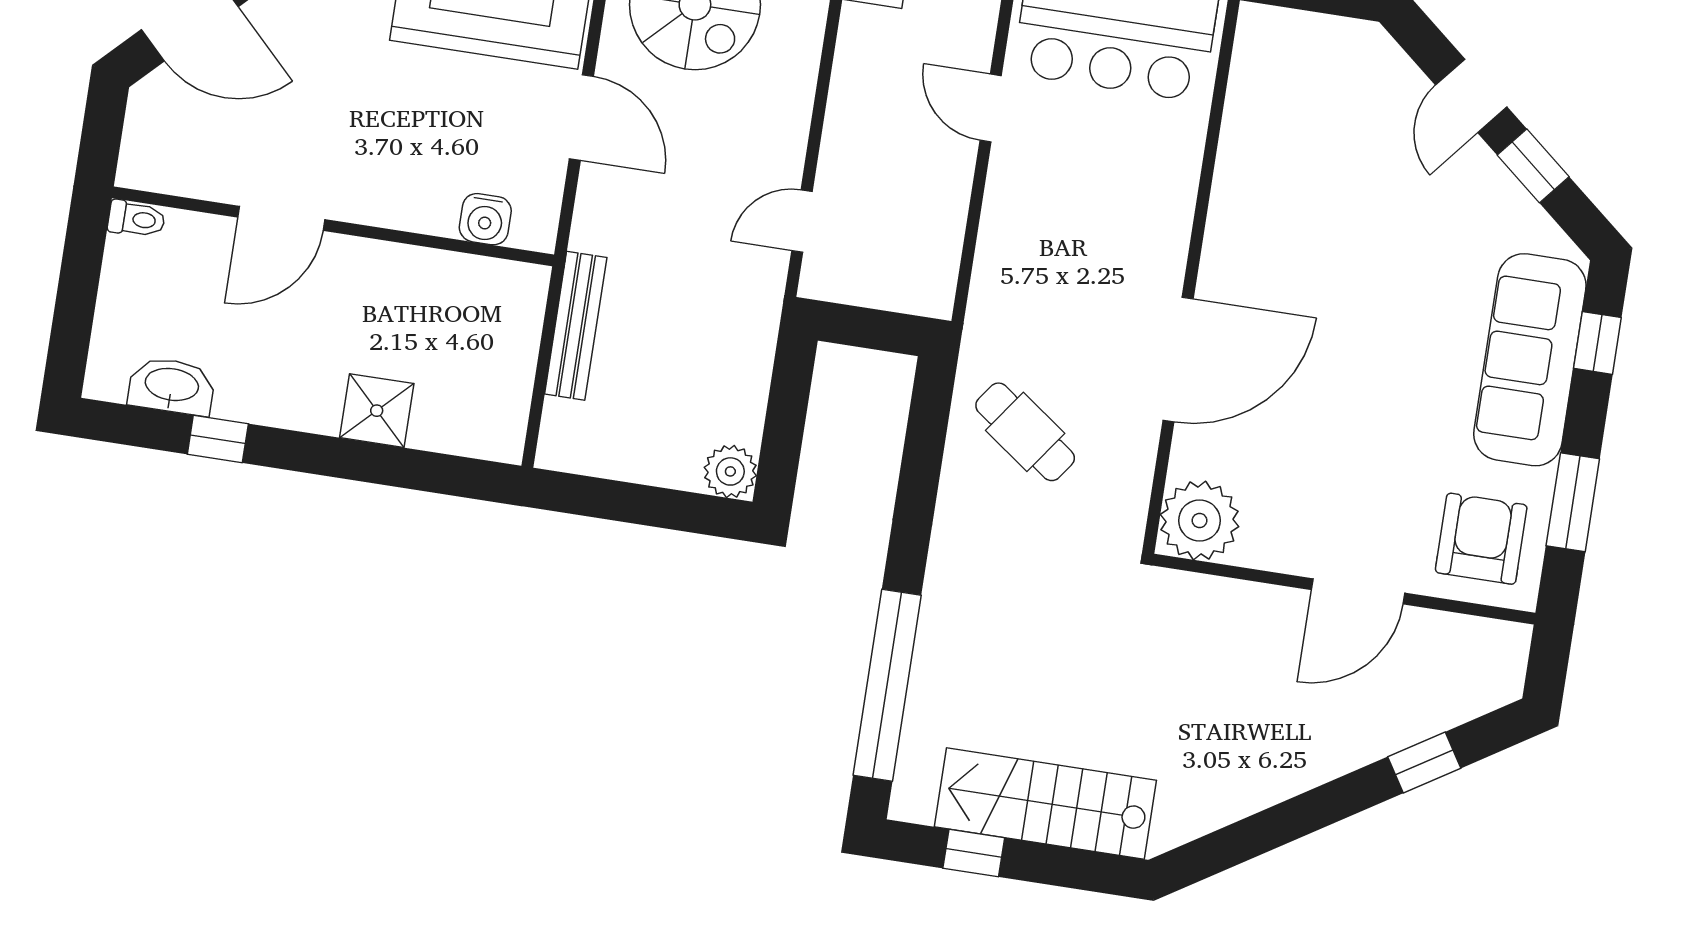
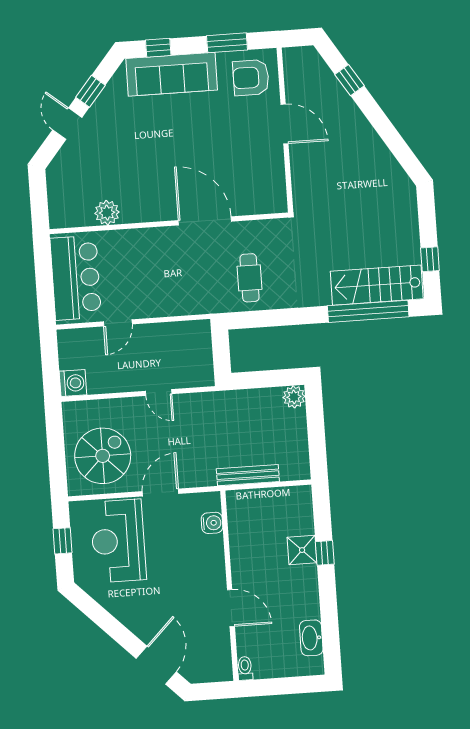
door: (1471, 96) -> (67, 124), swing flipped
door: (802, 221) -> (159, 392), moved
cafe table: (1025, 432) -> (250, 278), turned -36
window: (218, 439) -> (325, 553), moved
plant: (1200, 520) -> (107, 213), moved, width x0.73, depth x0.73
stairs: (1045, 803) -> (377, 285), moved, turned 90

